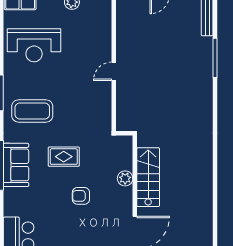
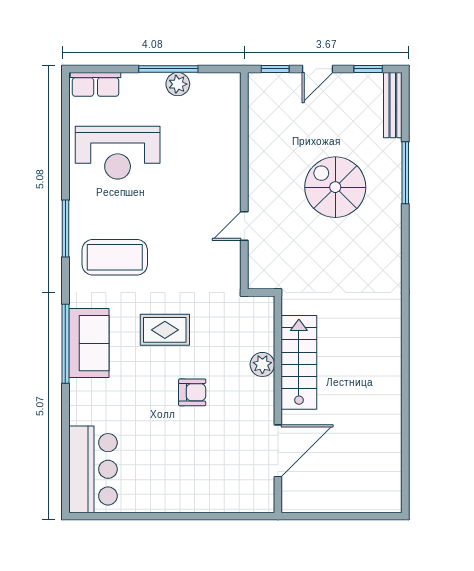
spiral stairs: (171, 67) -> (335, 187), added
door: (114, 71) -> (244, 226), moved
armchair: (81, 196) -> (192, 392), turned 180

